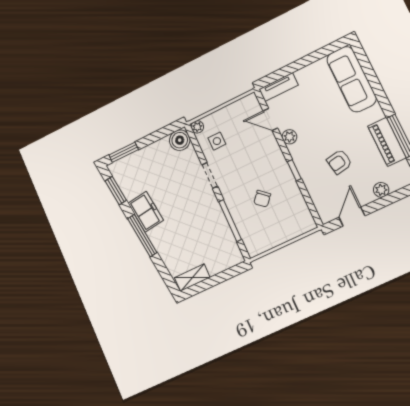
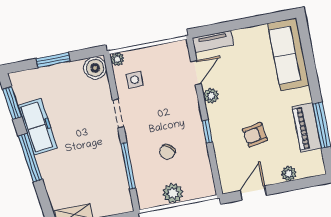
door: (270, 120) -> (196, 73), swing flipped
window: (124, 152) -> (53, 60), moved
freezer: (146, 212) -> (38, 127), width x1.40
plant: (277, 236) -> (173, 193), added

